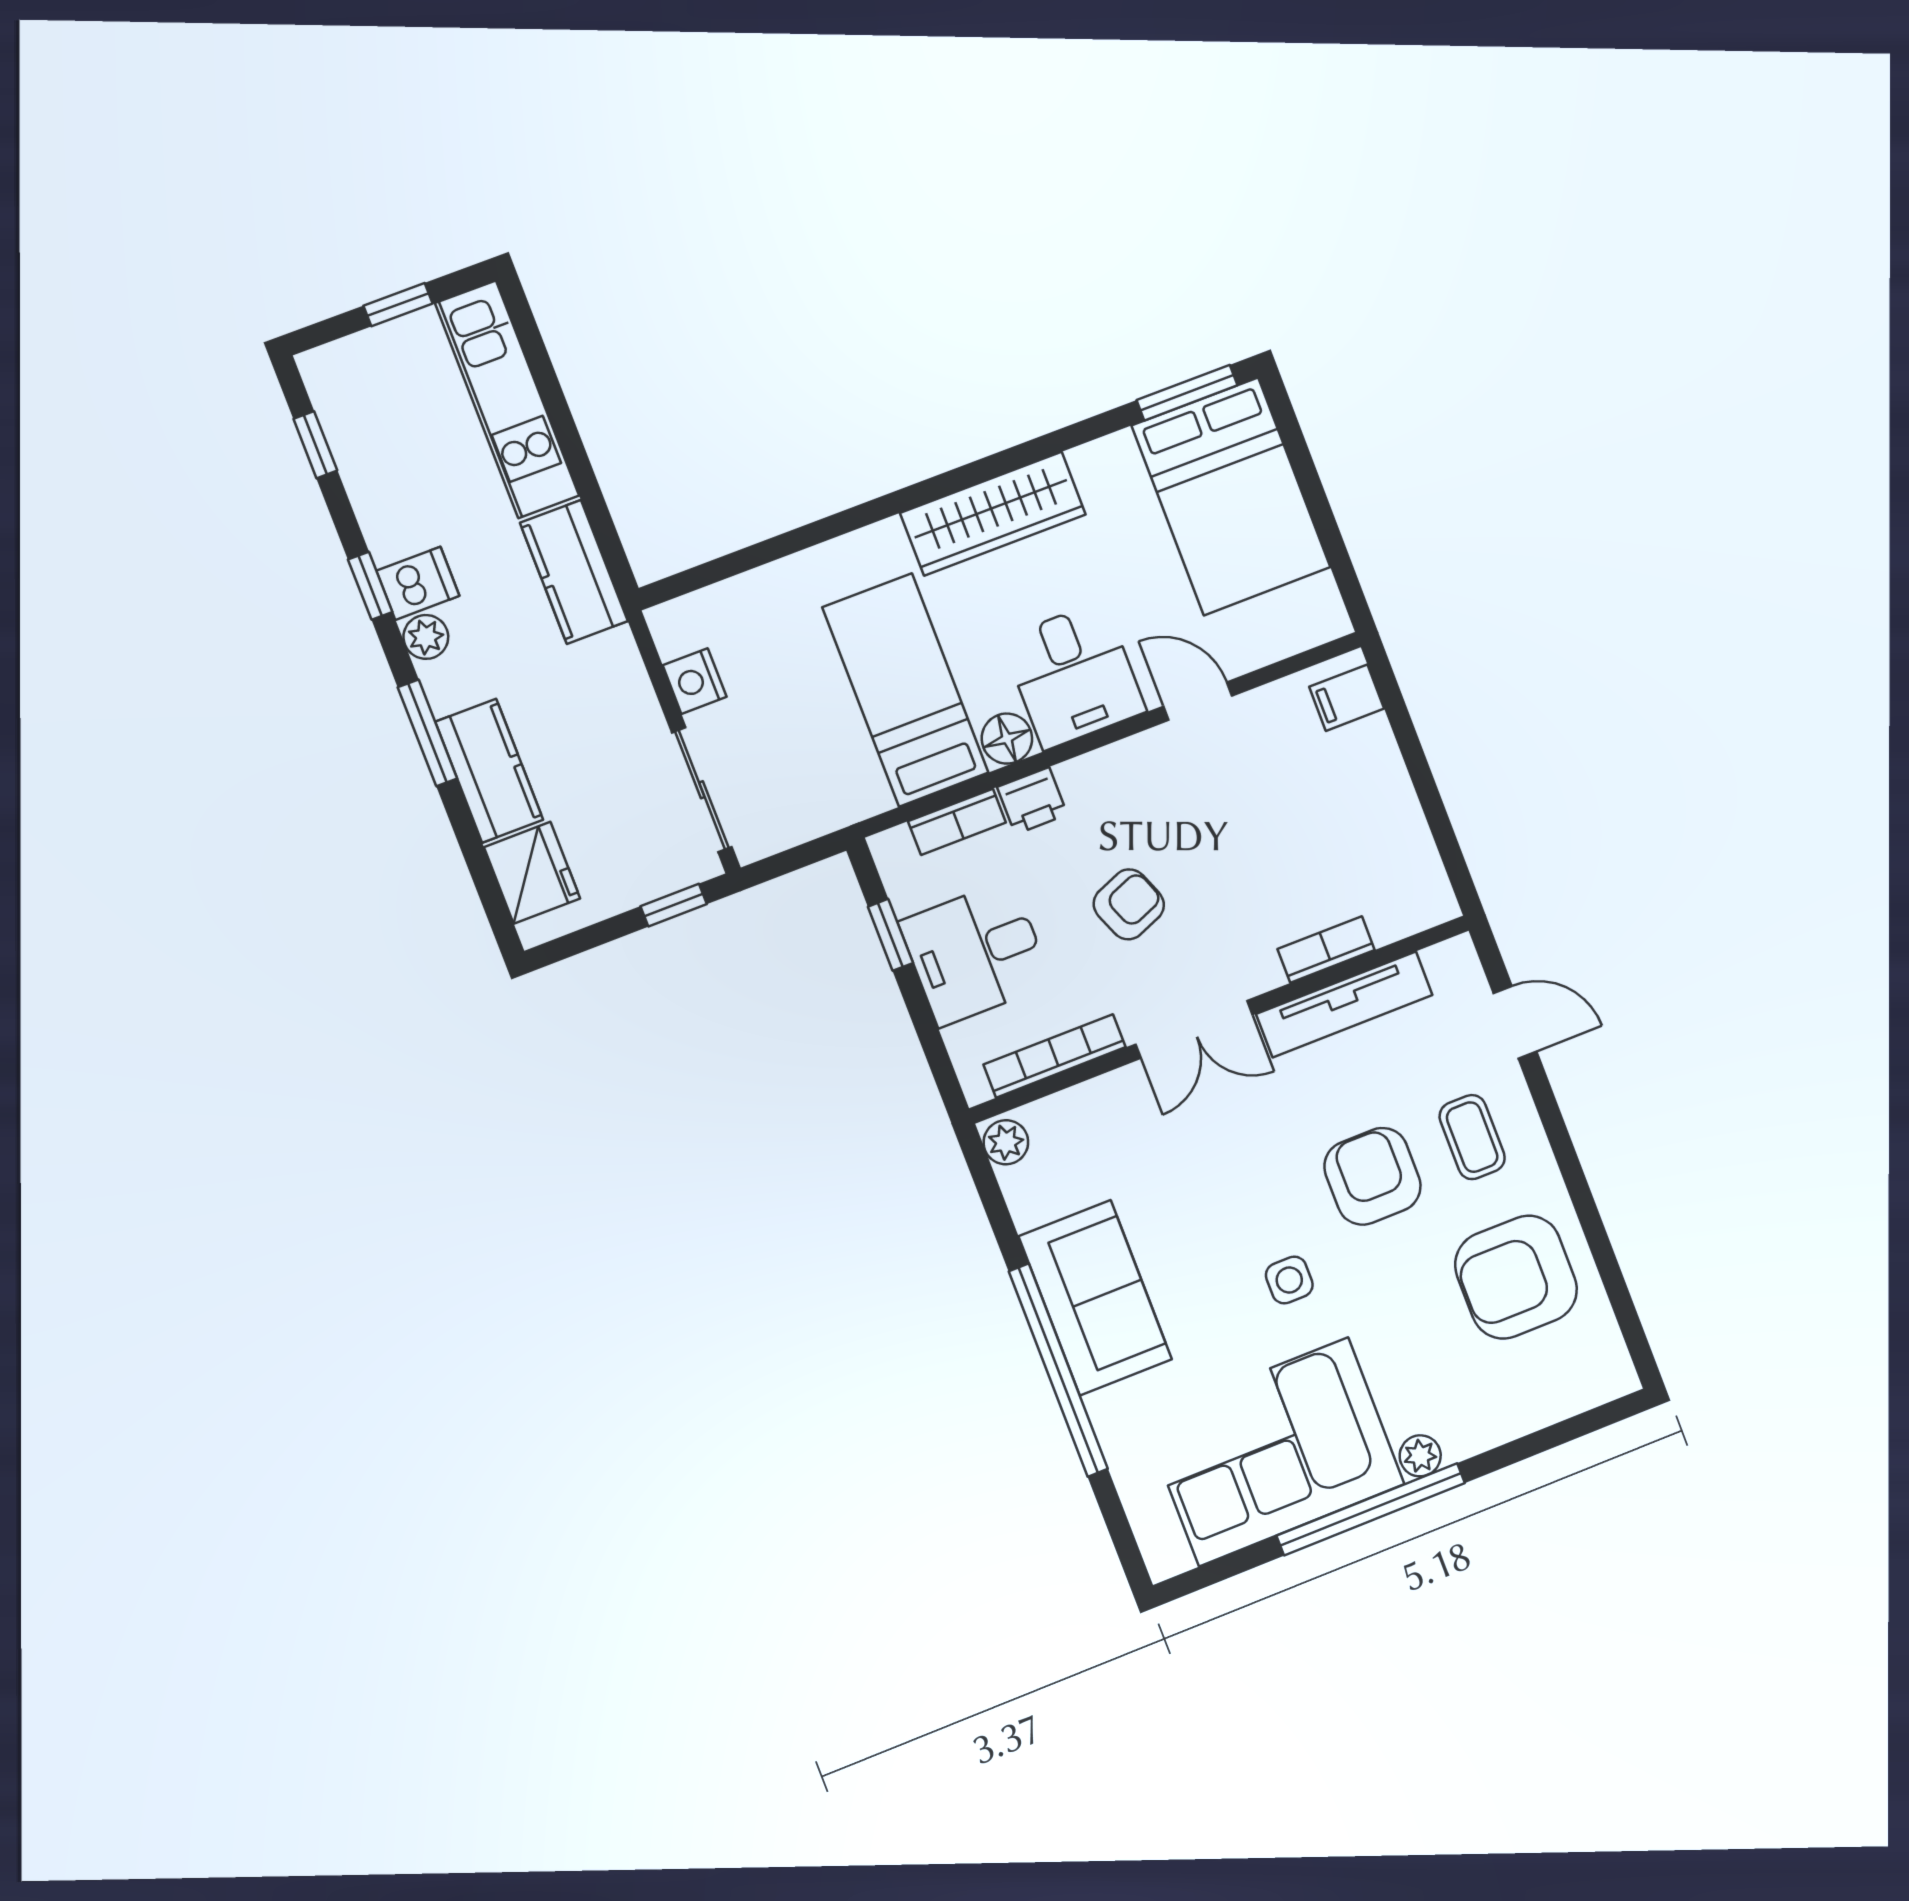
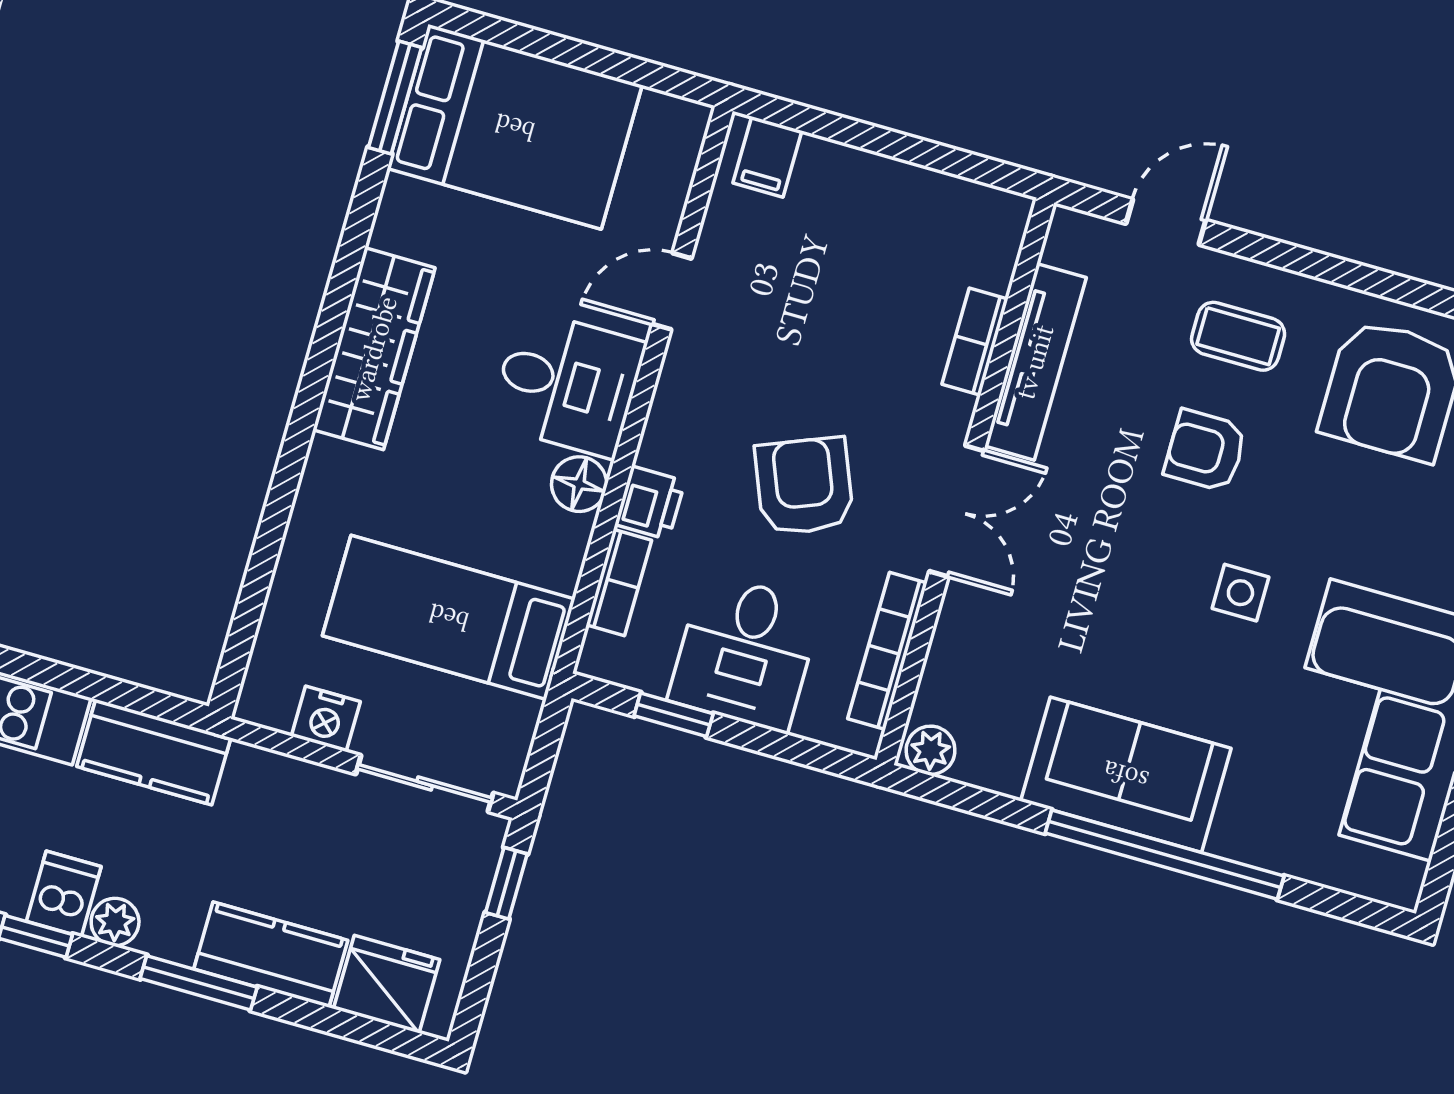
bed: (905, 690) -> (449, 617), moved
armchair: (1129, 904) -> (804, 486), width x1.38, depth x1.38
armchair: (1372, 1176) -> (1205, 451), width x0.72, depth x0.72

